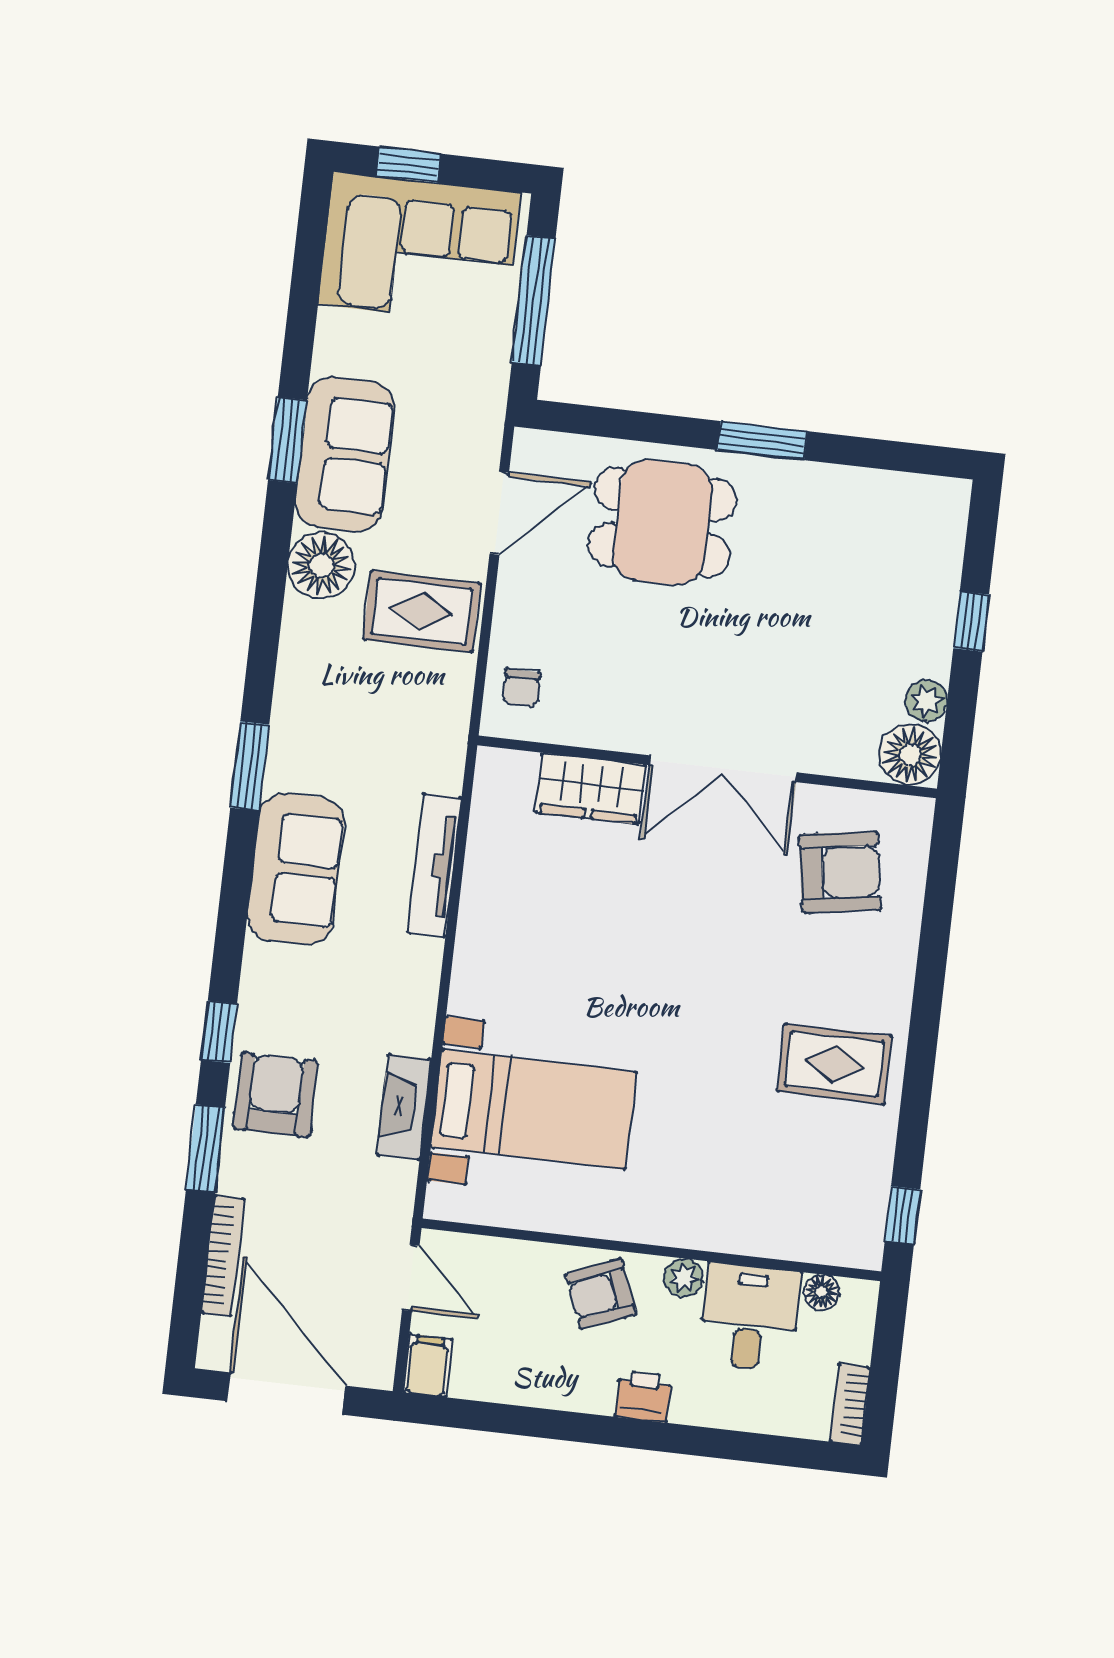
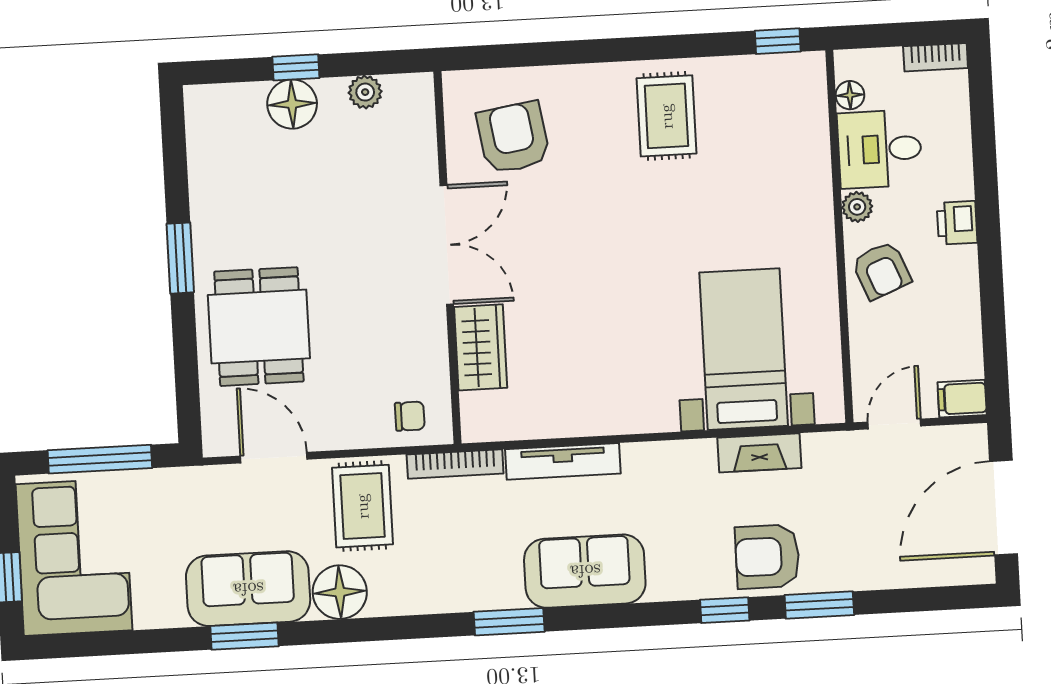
floor lamp: (910, 755) -> (292, 104), moved
bookcase: (223, 1256) -> (455, 464), moved, turned 180

